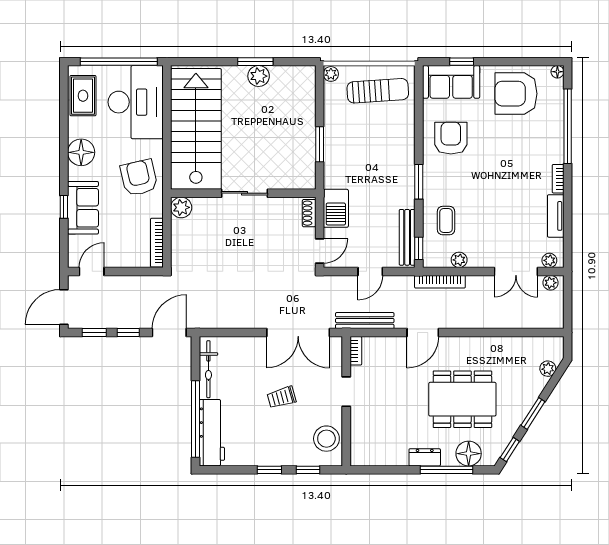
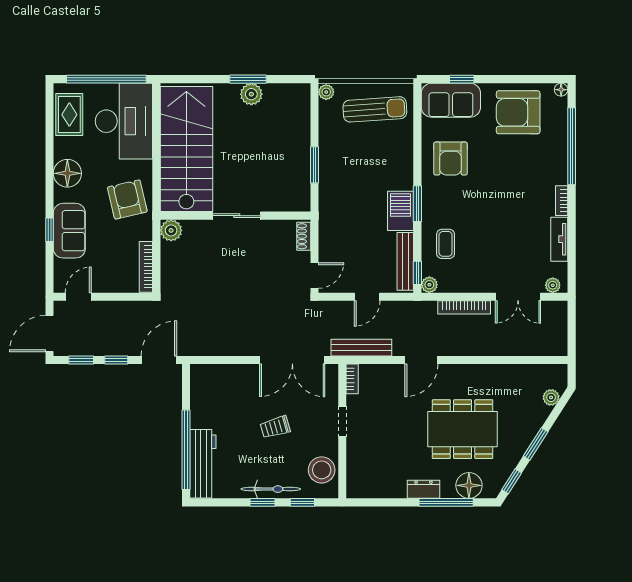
armchair: (451, 138) -> (451, 159), turned 180
barbecue: (336, 208) -> (401, 211), moved, turned 180
plant: (459, 260) -> (429, 285), moved
bookcase: (440, 282) -> (464, 307), moved
plant: (550, 283) -> (554, 308), removed
bicycle: (208, 369) -> (271, 489), moved, turned -90

